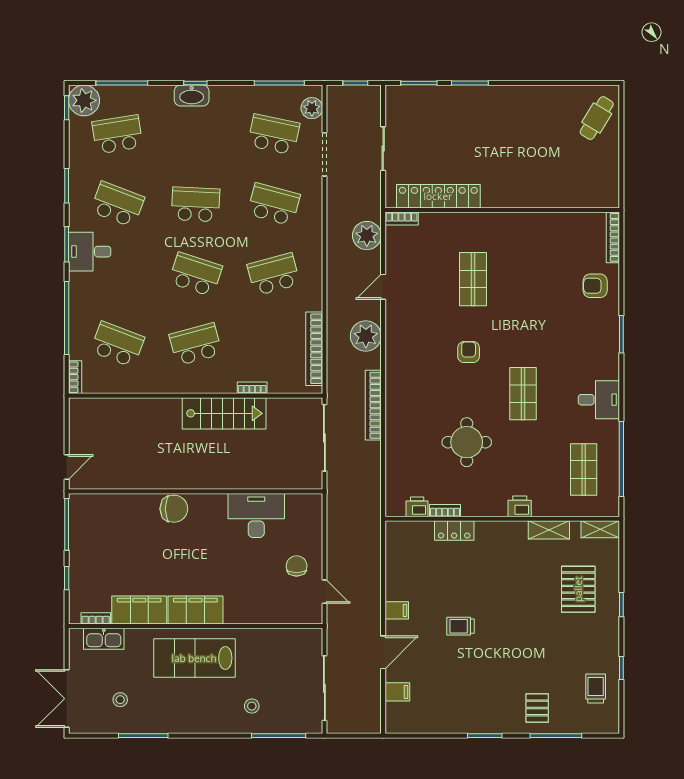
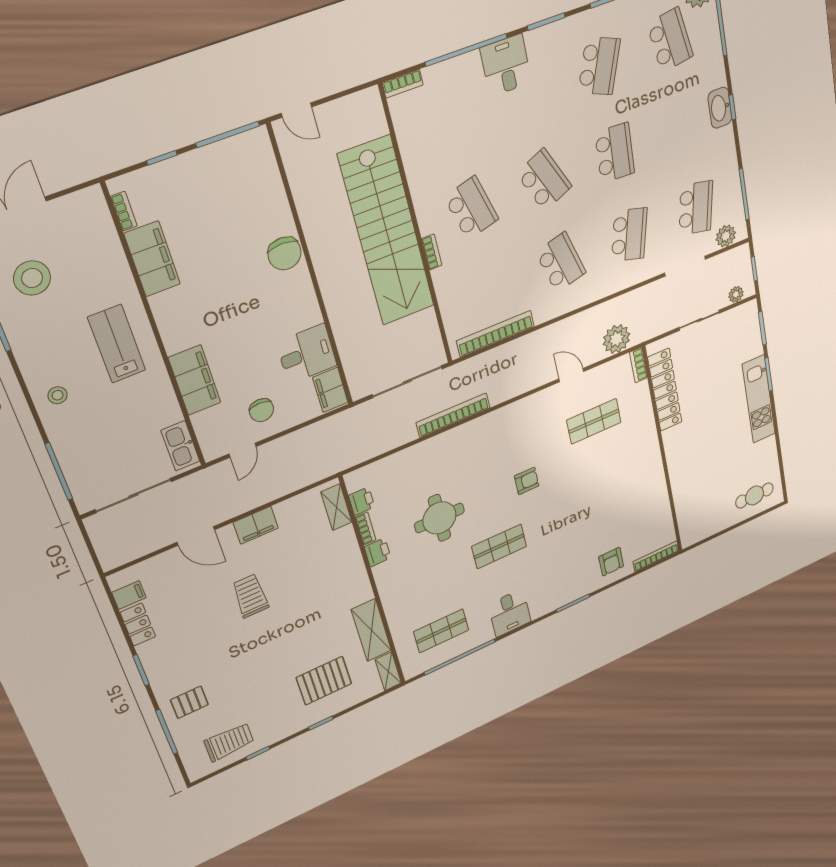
kitchen unit: (492, 98) -> (759, 399), added
cafe table: (597, 118) -> (754, 496), turned -31
desk: (90, 252) -> (506, 65), moved
school desk: (196, 274) -> (544, 180), turned -42
shop shelf: (473, 279) -> (594, 421), moved
armchair: (595, 286) -> (611, 562), turned 180
plant: (366, 336) -> (736, 294), moved, width x0.53, depth x0.53
school desk: (117, 344) -> (451, 120), removed
bookcase: (252, 388) -> (432, 252), moved
stairs: (224, 413) -> (387, 232), width x1.86, depth x1.51
filing cabinet: (303, 505) -> (330, 390), added
printer: (520, 506) -> (378, 552), moved
desk: (256, 515) -> (307, 354), width x0.73
shelving: (412, 530) -> (336, 507), added
shelving: (549, 530) -> (371, 630), width x1.50, depth x1.33
locker: (454, 531) -> (138, 625), moved, turned 180
chair: (297, 566) -> (262, 410), turned 90
filing cabinet: (195, 610) -> (195, 380), moved
filing cabinet: (397, 610) -> (256, 525), width x2.00
trolley: (461, 626) -> (250, 596), width x1.36, depth x1.39
kitchen sink: (104, 639) -> (180, 446), moved
lab bench: (194, 658) -> (117, 344), width x0.73, depth x0.72
trolley: (596, 689) -> (229, 742), width x1.36, depth x1.39
filing cabinet: (397, 692) -> (129, 595), moved, turned -90
stool: (120, 700) -> (32, 278), width x1.89, depth x1.89
stool: (252, 706) -> (58, 395), moved

